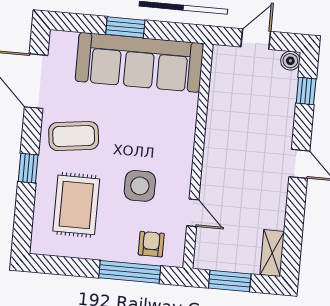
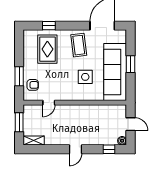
window: (28, 168) -> (49, 26), moved
side table: (140, 186) -> (85, 77), moved
rug: (76, 205) -> (47, 49), turned 90
window: (130, 272) -> (19, 76), width x0.69

